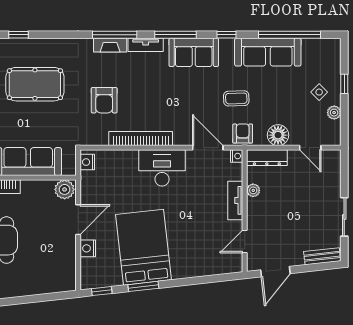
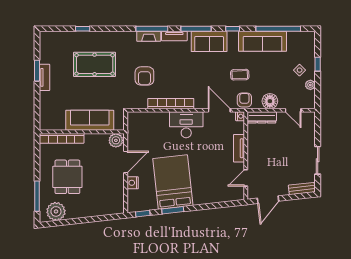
nightstand: (87, 162) -> (132, 121), removed
plant: (253, 190) -> (252, 141), removed

